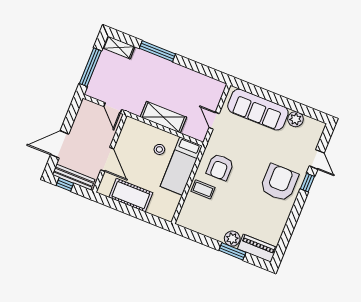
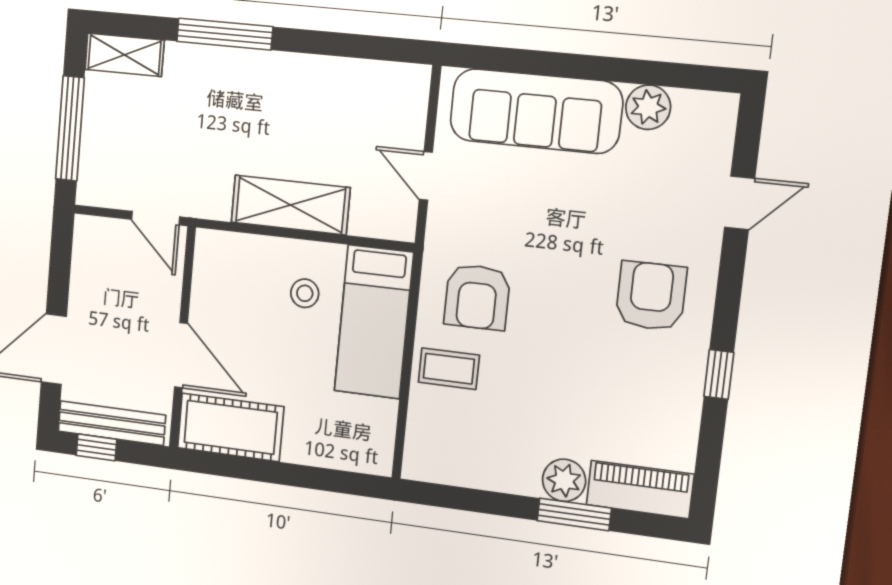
door: (317, 159) -> (740, 203), hinge flipped
armchair: (279, 183) -> (651, 296), width x0.73, depth x0.73
window: (307, 183) -> (719, 374), moved
cot: (131, 195) -> (230, 427), moved

